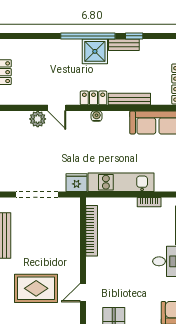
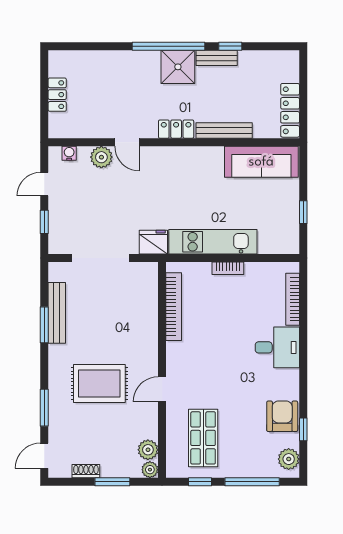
water cooler: (97, 116) -> (69, 153), moved
bookcase: (149, 202) -> (228, 268), moved

